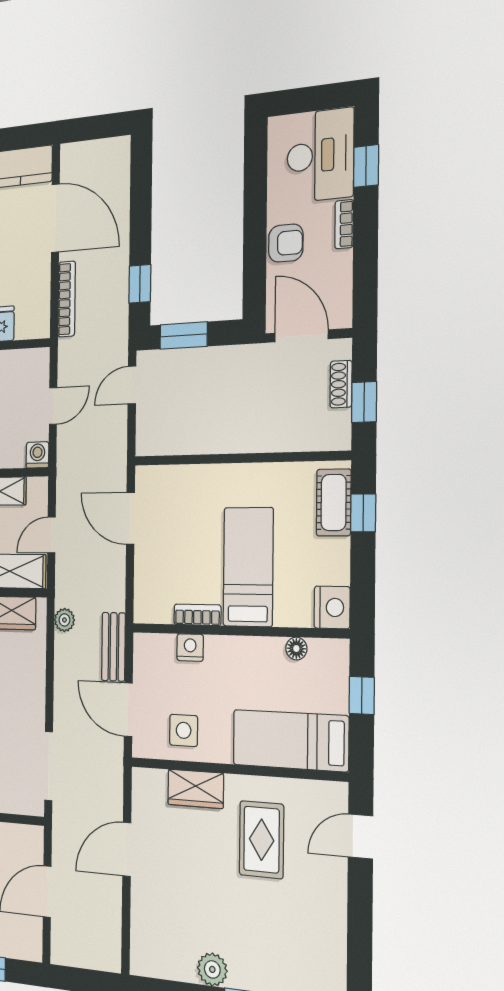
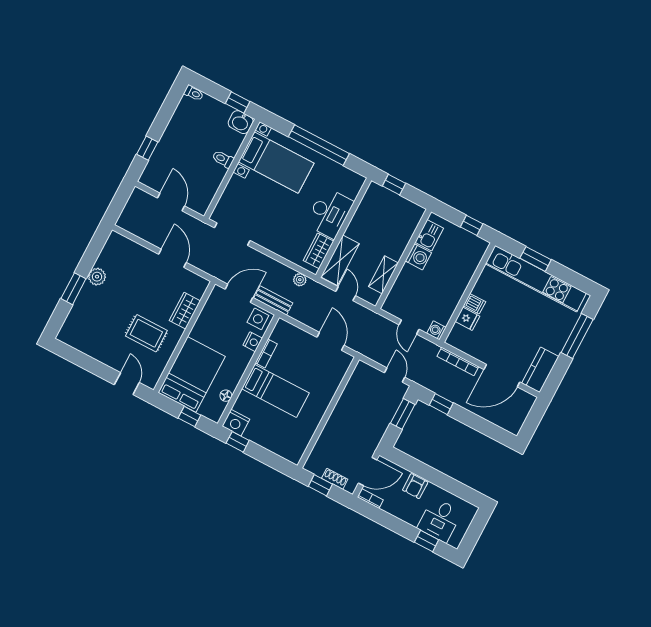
desk: (320, 155) -> (440, 520), width x0.73
bookcase: (344, 224) -> (370, 498), moved
washing machine: (37, 455) -> (436, 330), moved, turned 180
cot: (334, 502) -> (283, 448), removed
window: (363, 513) -> (238, 442), moved
door: (130, 518) -> (331, 341), hinge flipped
side table: (184, 730) -> (258, 319), moved
bed: (290, 740) -> (192, 374), width x1.50

